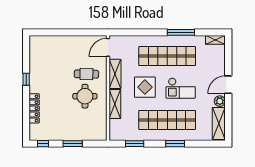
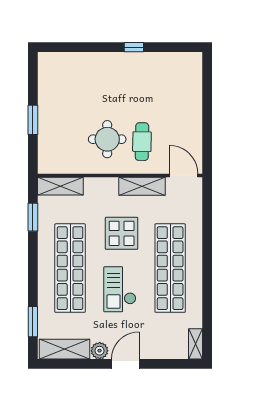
window: (181, 32) -> (207, 290), removed
door: (228, 85) -> (125, 364), hinge flipped
shelving: (115, 104) -> (60, 186), moved
locker: (34, 108) -> (88, 60), removed
window: (43, 144) -> (33, 73), removed
window: (175, 144) -> (33, 322), moved

